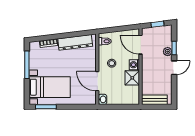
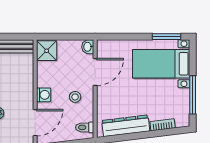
door: (141, 45) -> (35, 123), hinge flipped
shower: (132, 78) -> (47, 51), moved
door: (97, 81) -> (95, 72), hinge flipped

